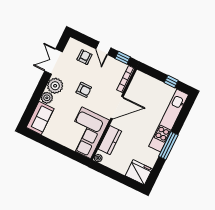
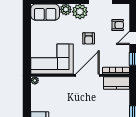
door: (117, 108) -> (87, 75), swing flipped
kitchen counter: (110, 140) -> (116, 83), moved

